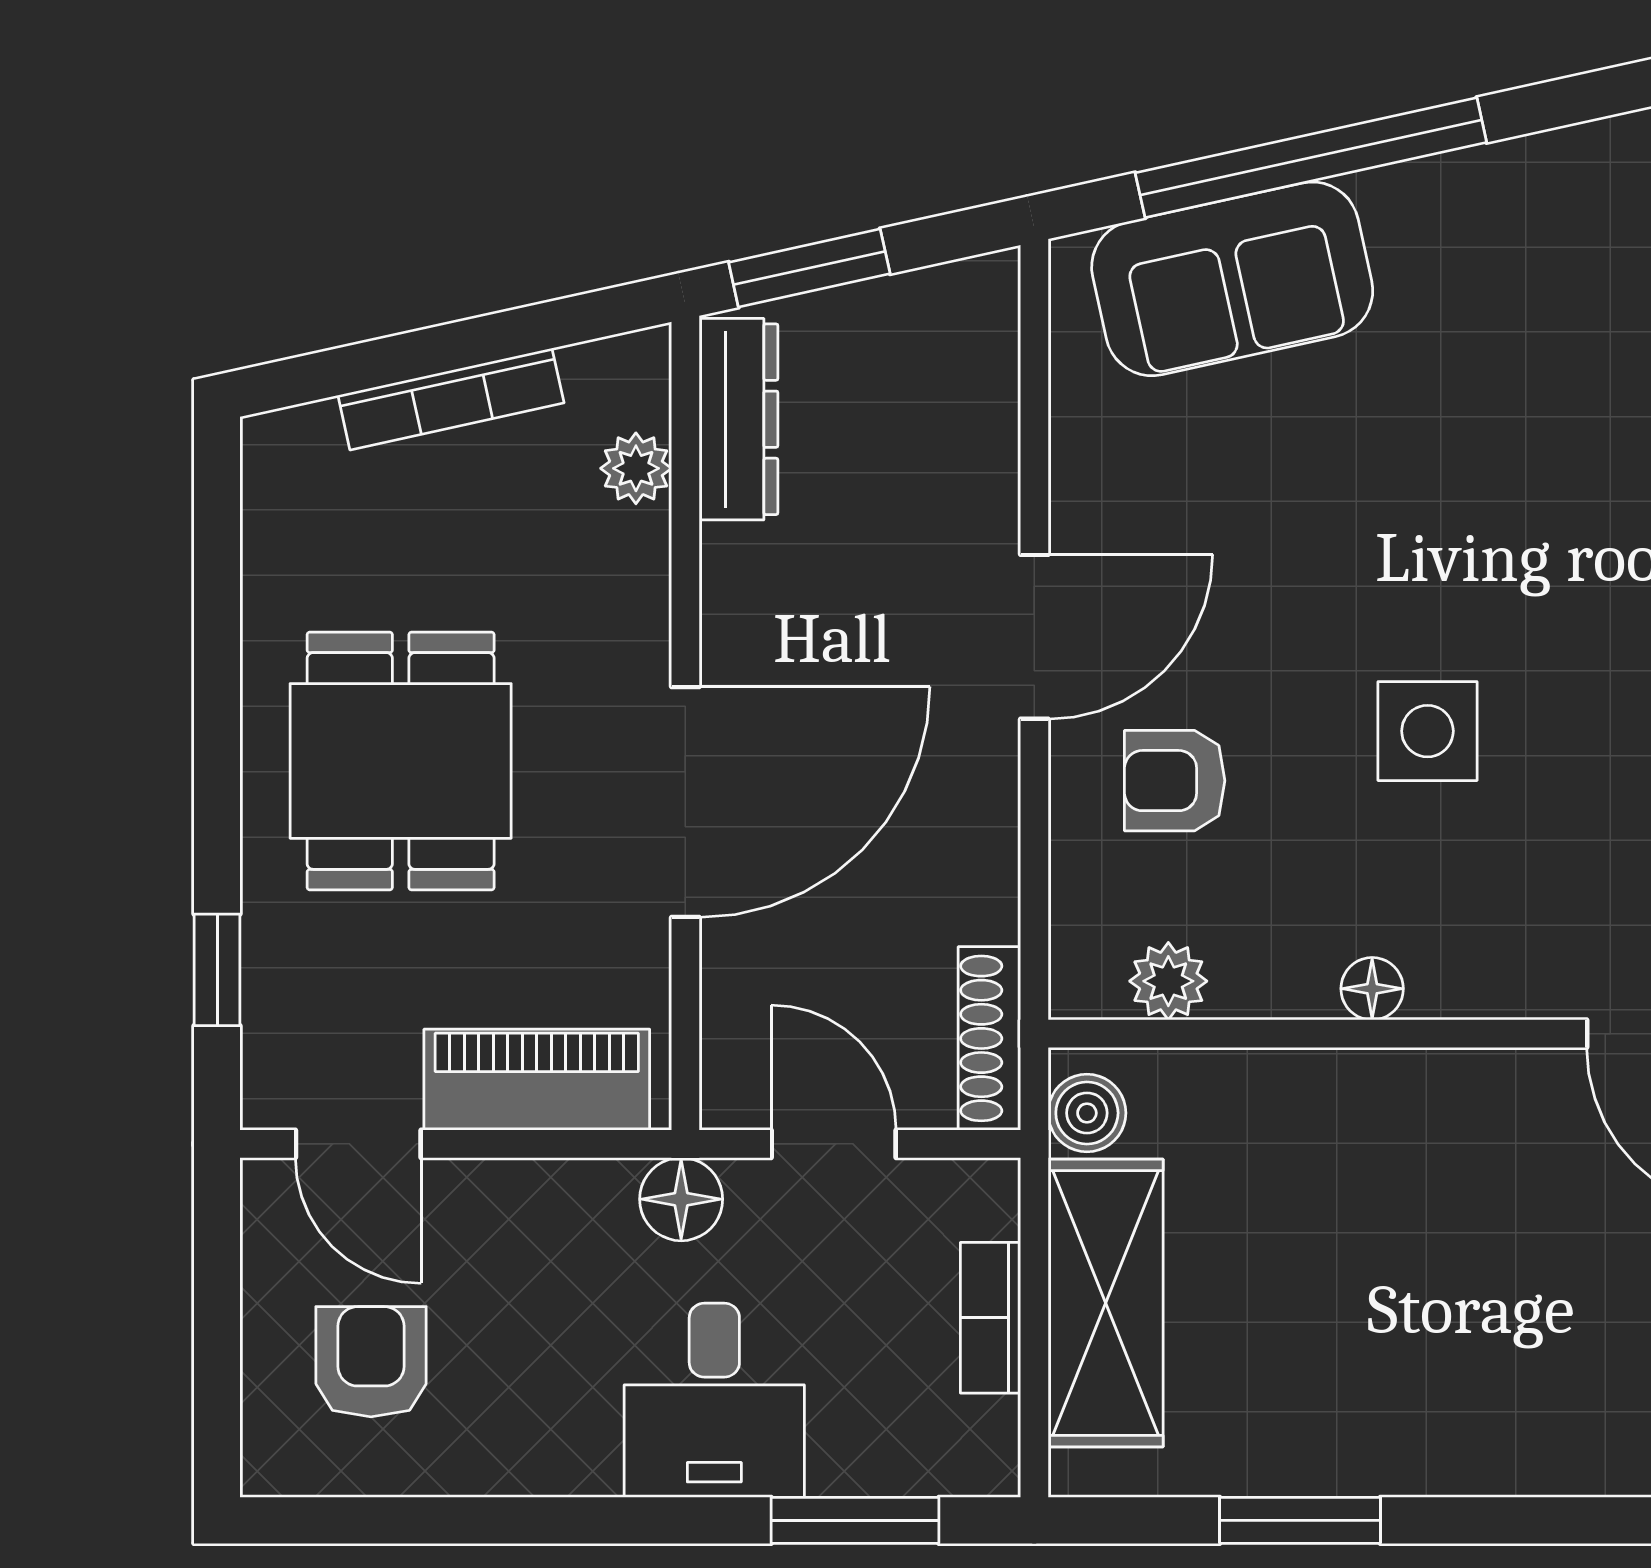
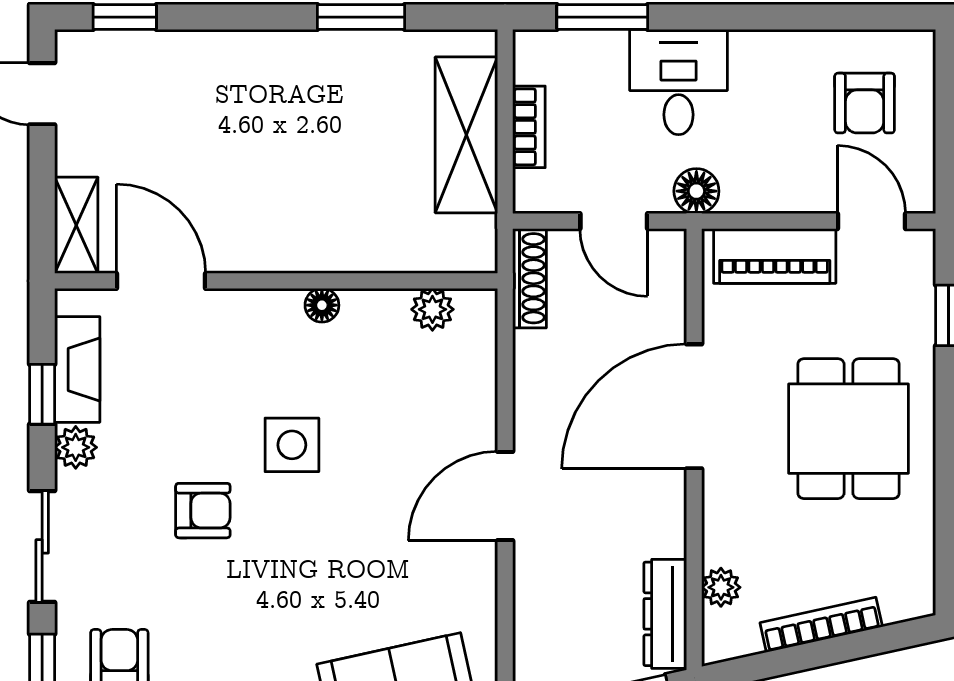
armchair: (1175, 781) -> (203, 511), moved
boiler: (1087, 1113) -> (477, 238), removed

